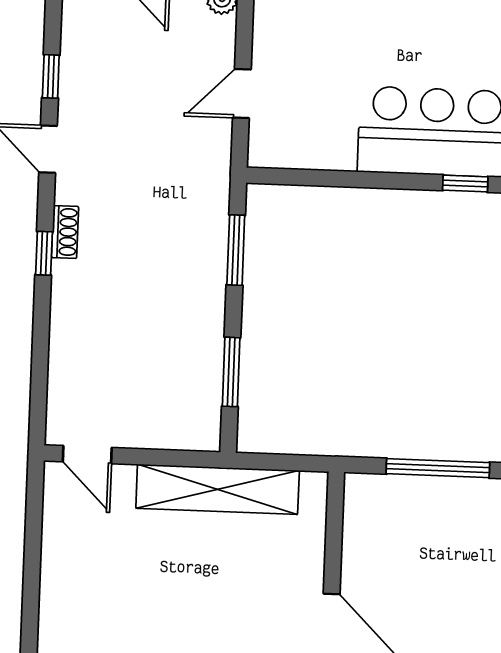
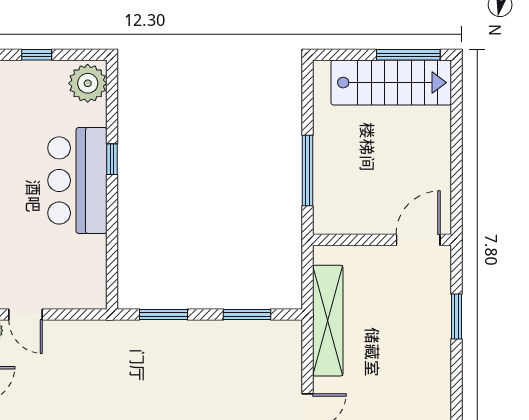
door: (242, 94) -> (26, 314), moved

